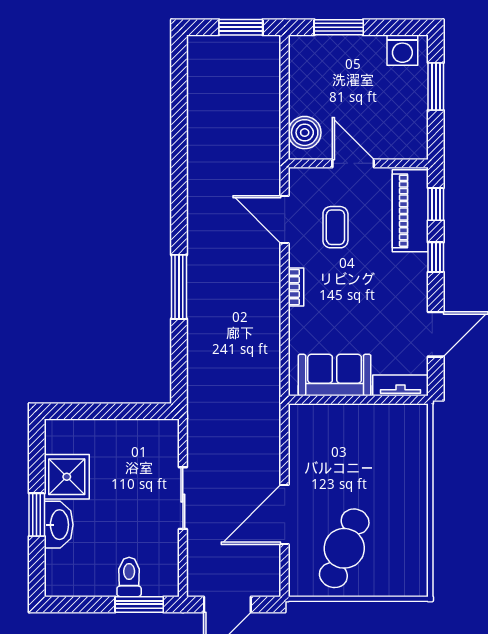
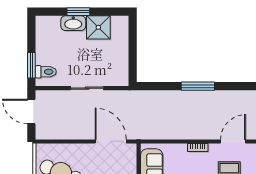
door: (285, 515) -> (111, 141), moved
toilet: (129, 577) -> (46, 72), moved

